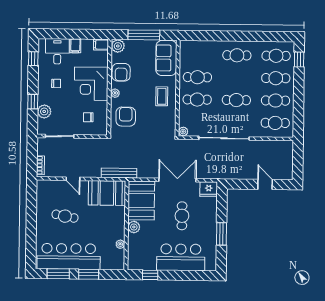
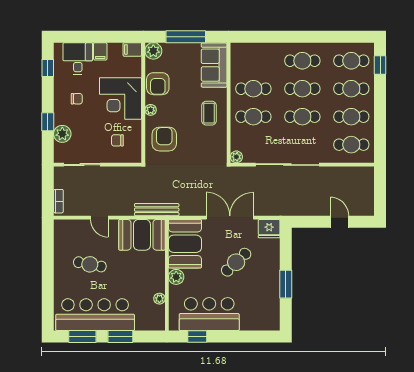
cafe table: (237, 78) -> (302, 89), added
cafe table: (182, 216) -> (236, 262), turned 47
bar counter: (181, 257) -> (209, 314), moved

